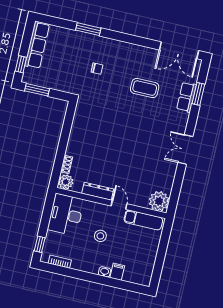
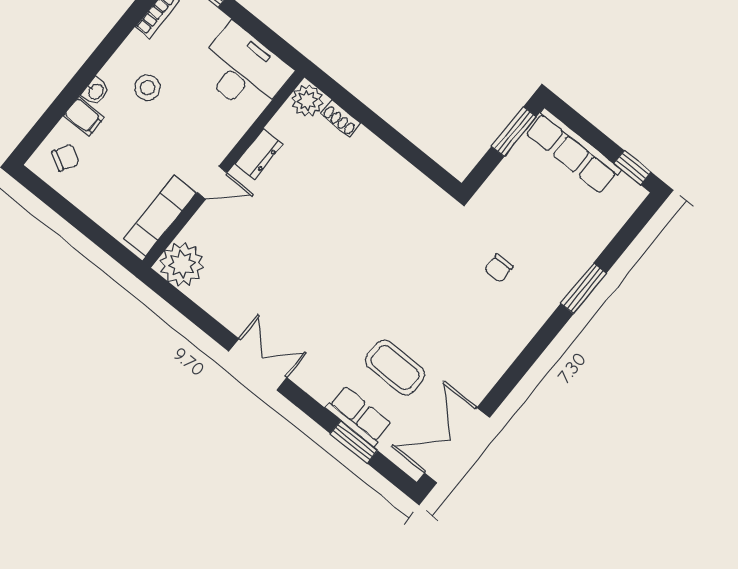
row of seats: (37, 45) -> (573, 151), moved
window: (21, 64) -> (633, 168), moved
coffee table: (145, 88) -> (395, 368), moved, turned 90
dresser: (98, 191) -> (259, 154), width x0.70
stool: (100, 236) -> (148, 88), moved
chair: (138, 271) -> (65, 158), added

